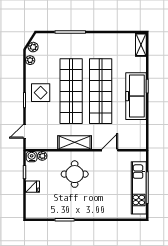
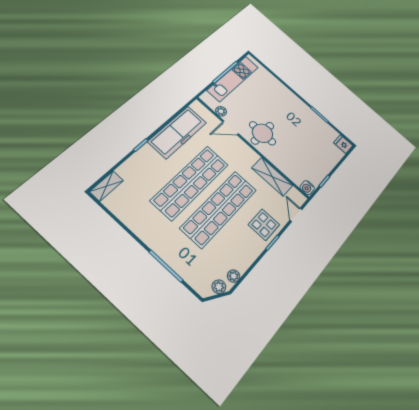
display table: (41, 93) -> (264, 225), moved
freezer: (136, 96) -> (177, 132), moved
door: (24, 131) -> (296, 215), swing flipped
shelving: (75, 142) -> (272, 177), moved
plant: (42, 156) -> (221, 111), moved
round table: (75, 174) -> (262, 133), moved
fridge: (33, 187) -> (343, 144), moved

